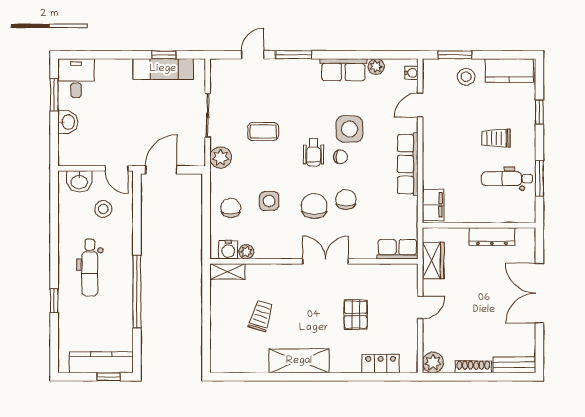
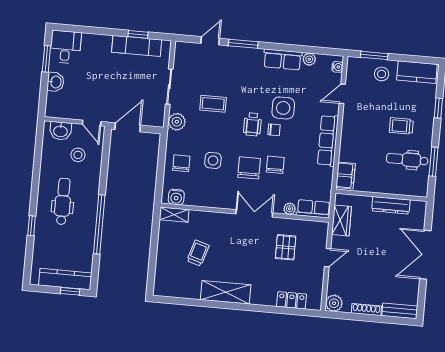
plant: (246, 252) -> (290, 209), moved
dental chair: (90, 267) -> (63, 201), turned 180
pallet: (356, 315) -> (286, 247), moved

